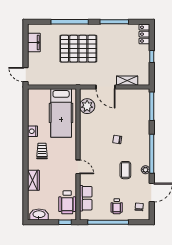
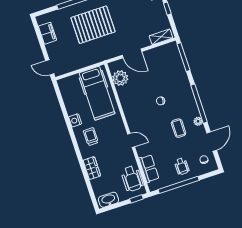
shelving: (127, 81) -> (161, 37), moved

